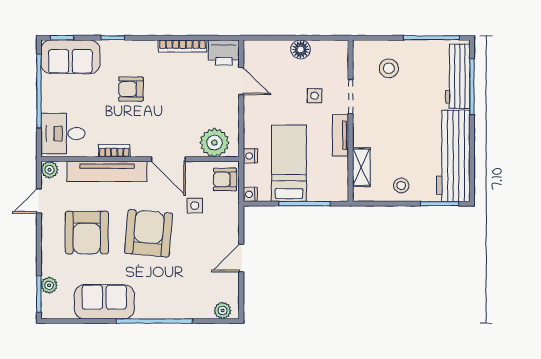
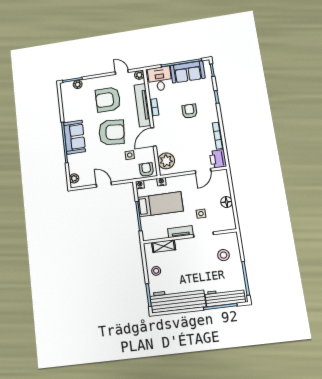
sofa: (70, 57) -> (188, 72), moved, turned -90
sofa: (104, 302) -> (74, 137), moved

